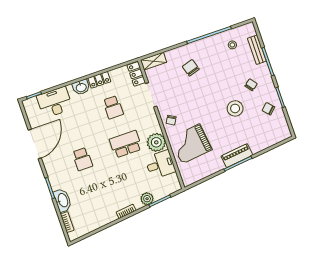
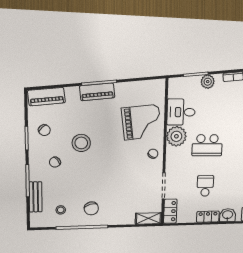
chair: (191, 68) -> (91, 208), moved
piano: (276, 137) -> (46, 97), added

